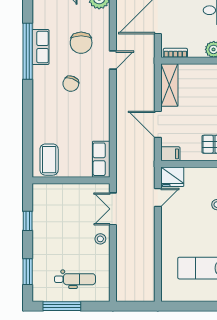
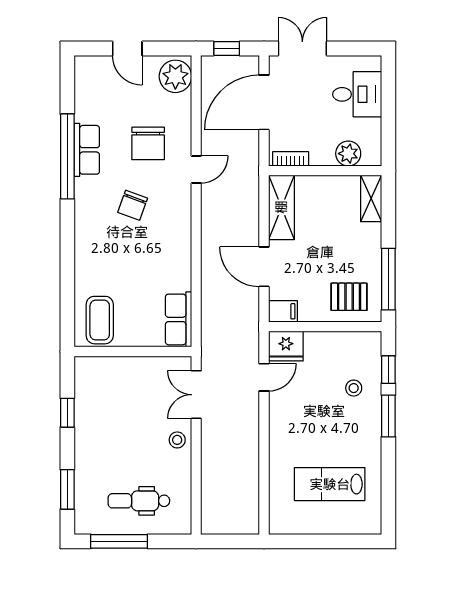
dental chair: (75, 279) -> (139, 501), turned 180

